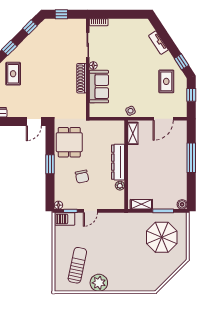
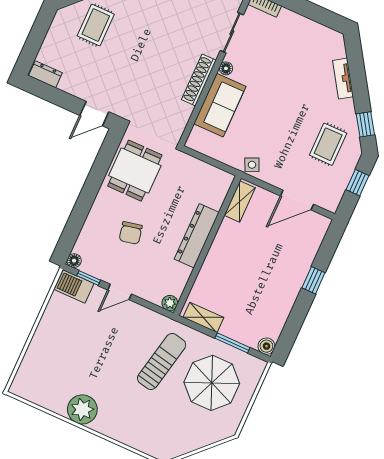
window: (191, 158) -> (313, 280), width x0.46
window: (50, 164) -> (89, 191), removed
plant: (120, 186) -> (170, 303), moved
sun lounger: (77, 265) -> (162, 362), moved

